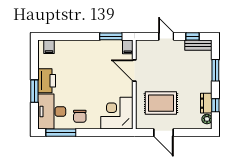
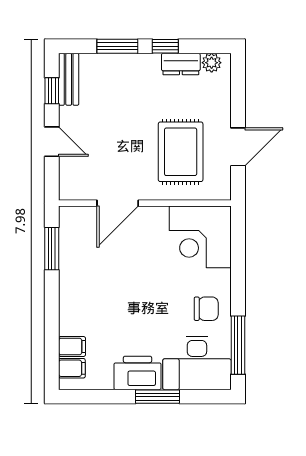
door: (166, 36) -> (52, 142), swing flipped
filing cabinet: (128, 47) -> (72, 346), moved
window: (215, 105) -> (165, 46), moved

